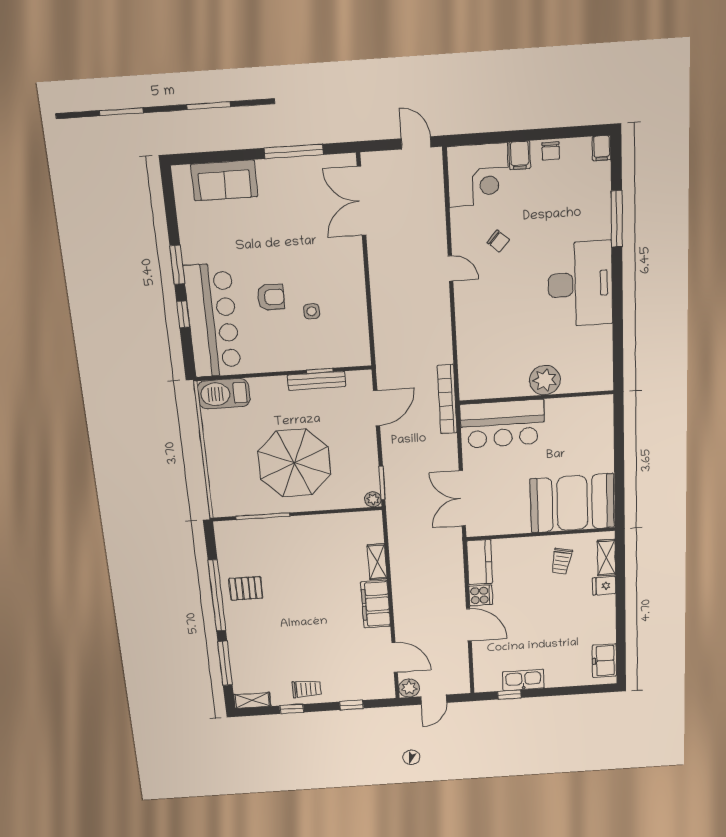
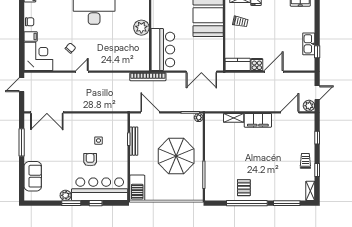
plant: (192, 252) -> (66, 195), added
door: (434, 700) -> (317, 93), hinge flipped

